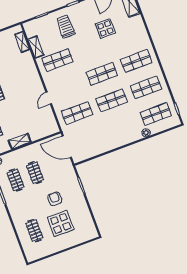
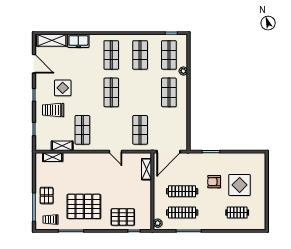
freezer: (138, 26) -> (78, 41), added
display table: (105, 28) -> (63, 88), moved
shop shelf: (112, 100) -> (169, 92), moved
shelving: (20, 141) -> (147, 169), moved
clothes rail: (35, 173) -> (182, 191), width x1.36
clothes rail: (16, 180) -> (182, 212), width x1.36

